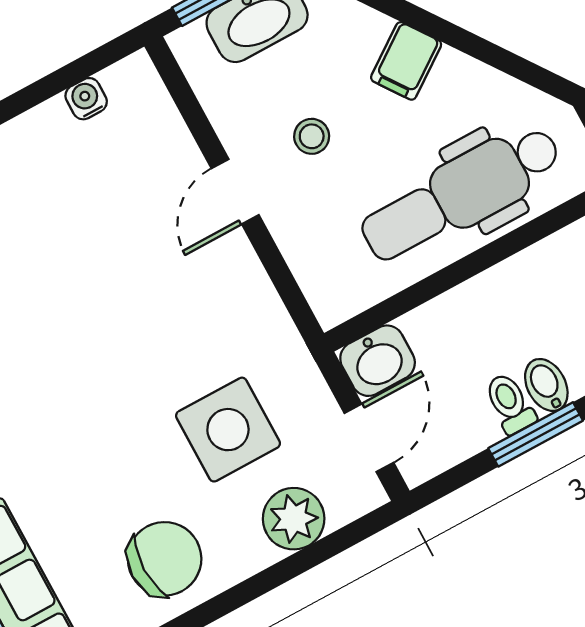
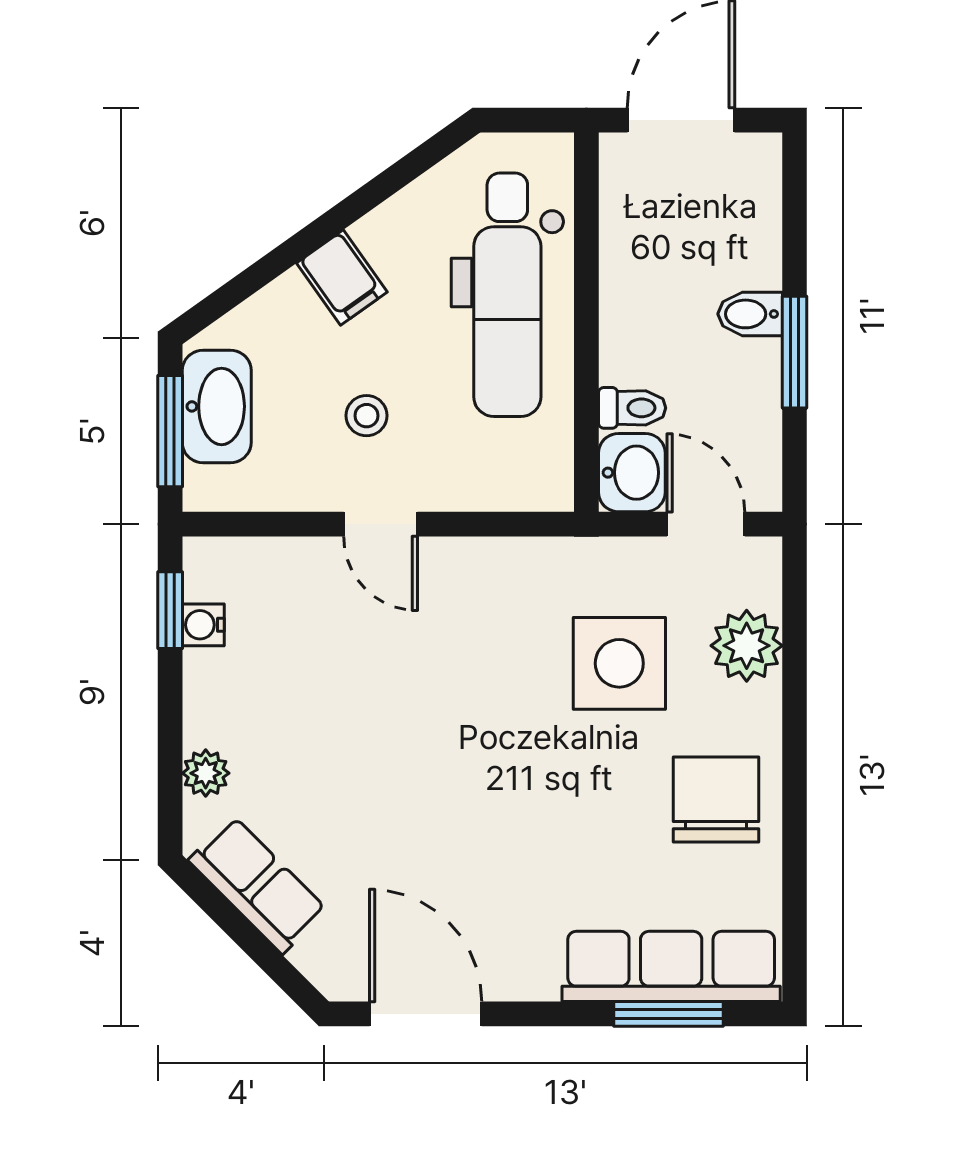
window: (84, 67) -> (170, 610), added
toilet: (510, 403) -> (632, 408), moved, turned 180

